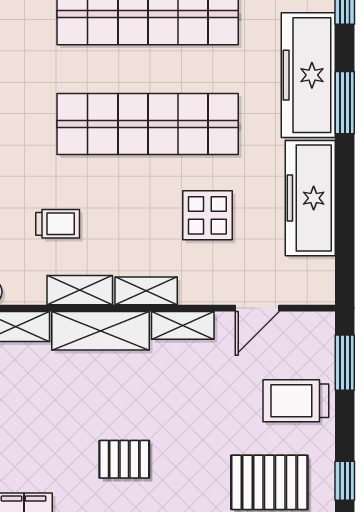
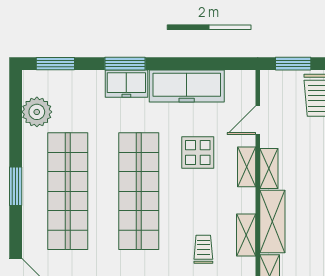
freezer: (308, 75) -> (126, 84), width x0.52, depth x0.79
shelving: (146, 291) -> (247, 167), moved
door: (257, 308) -> (258, 120), swing flipped

